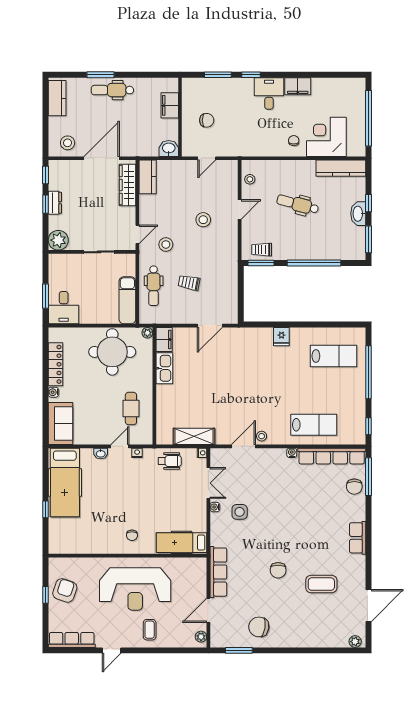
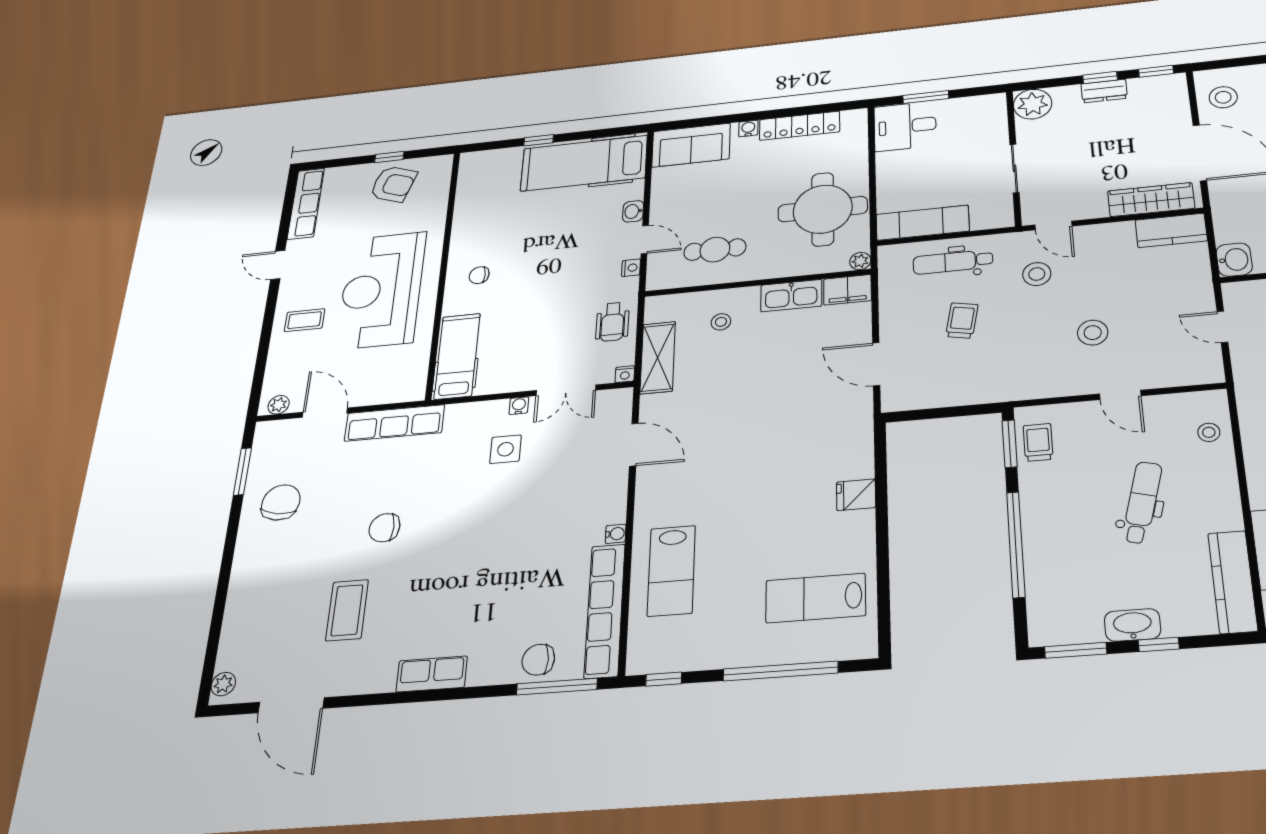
stool: (250, 179) -> (1209, 432), moved
lab bench: (333, 356) -> (816, 598), turned 90
stool: (262, 436) -> (721, 322), moved

